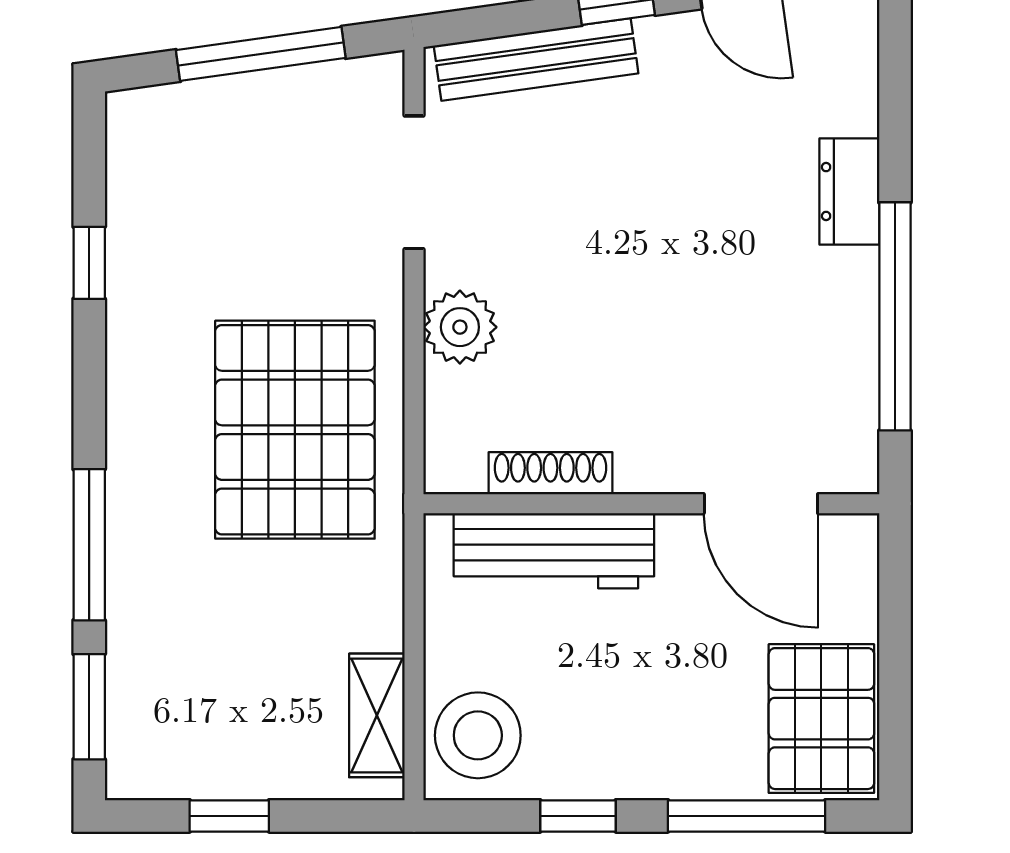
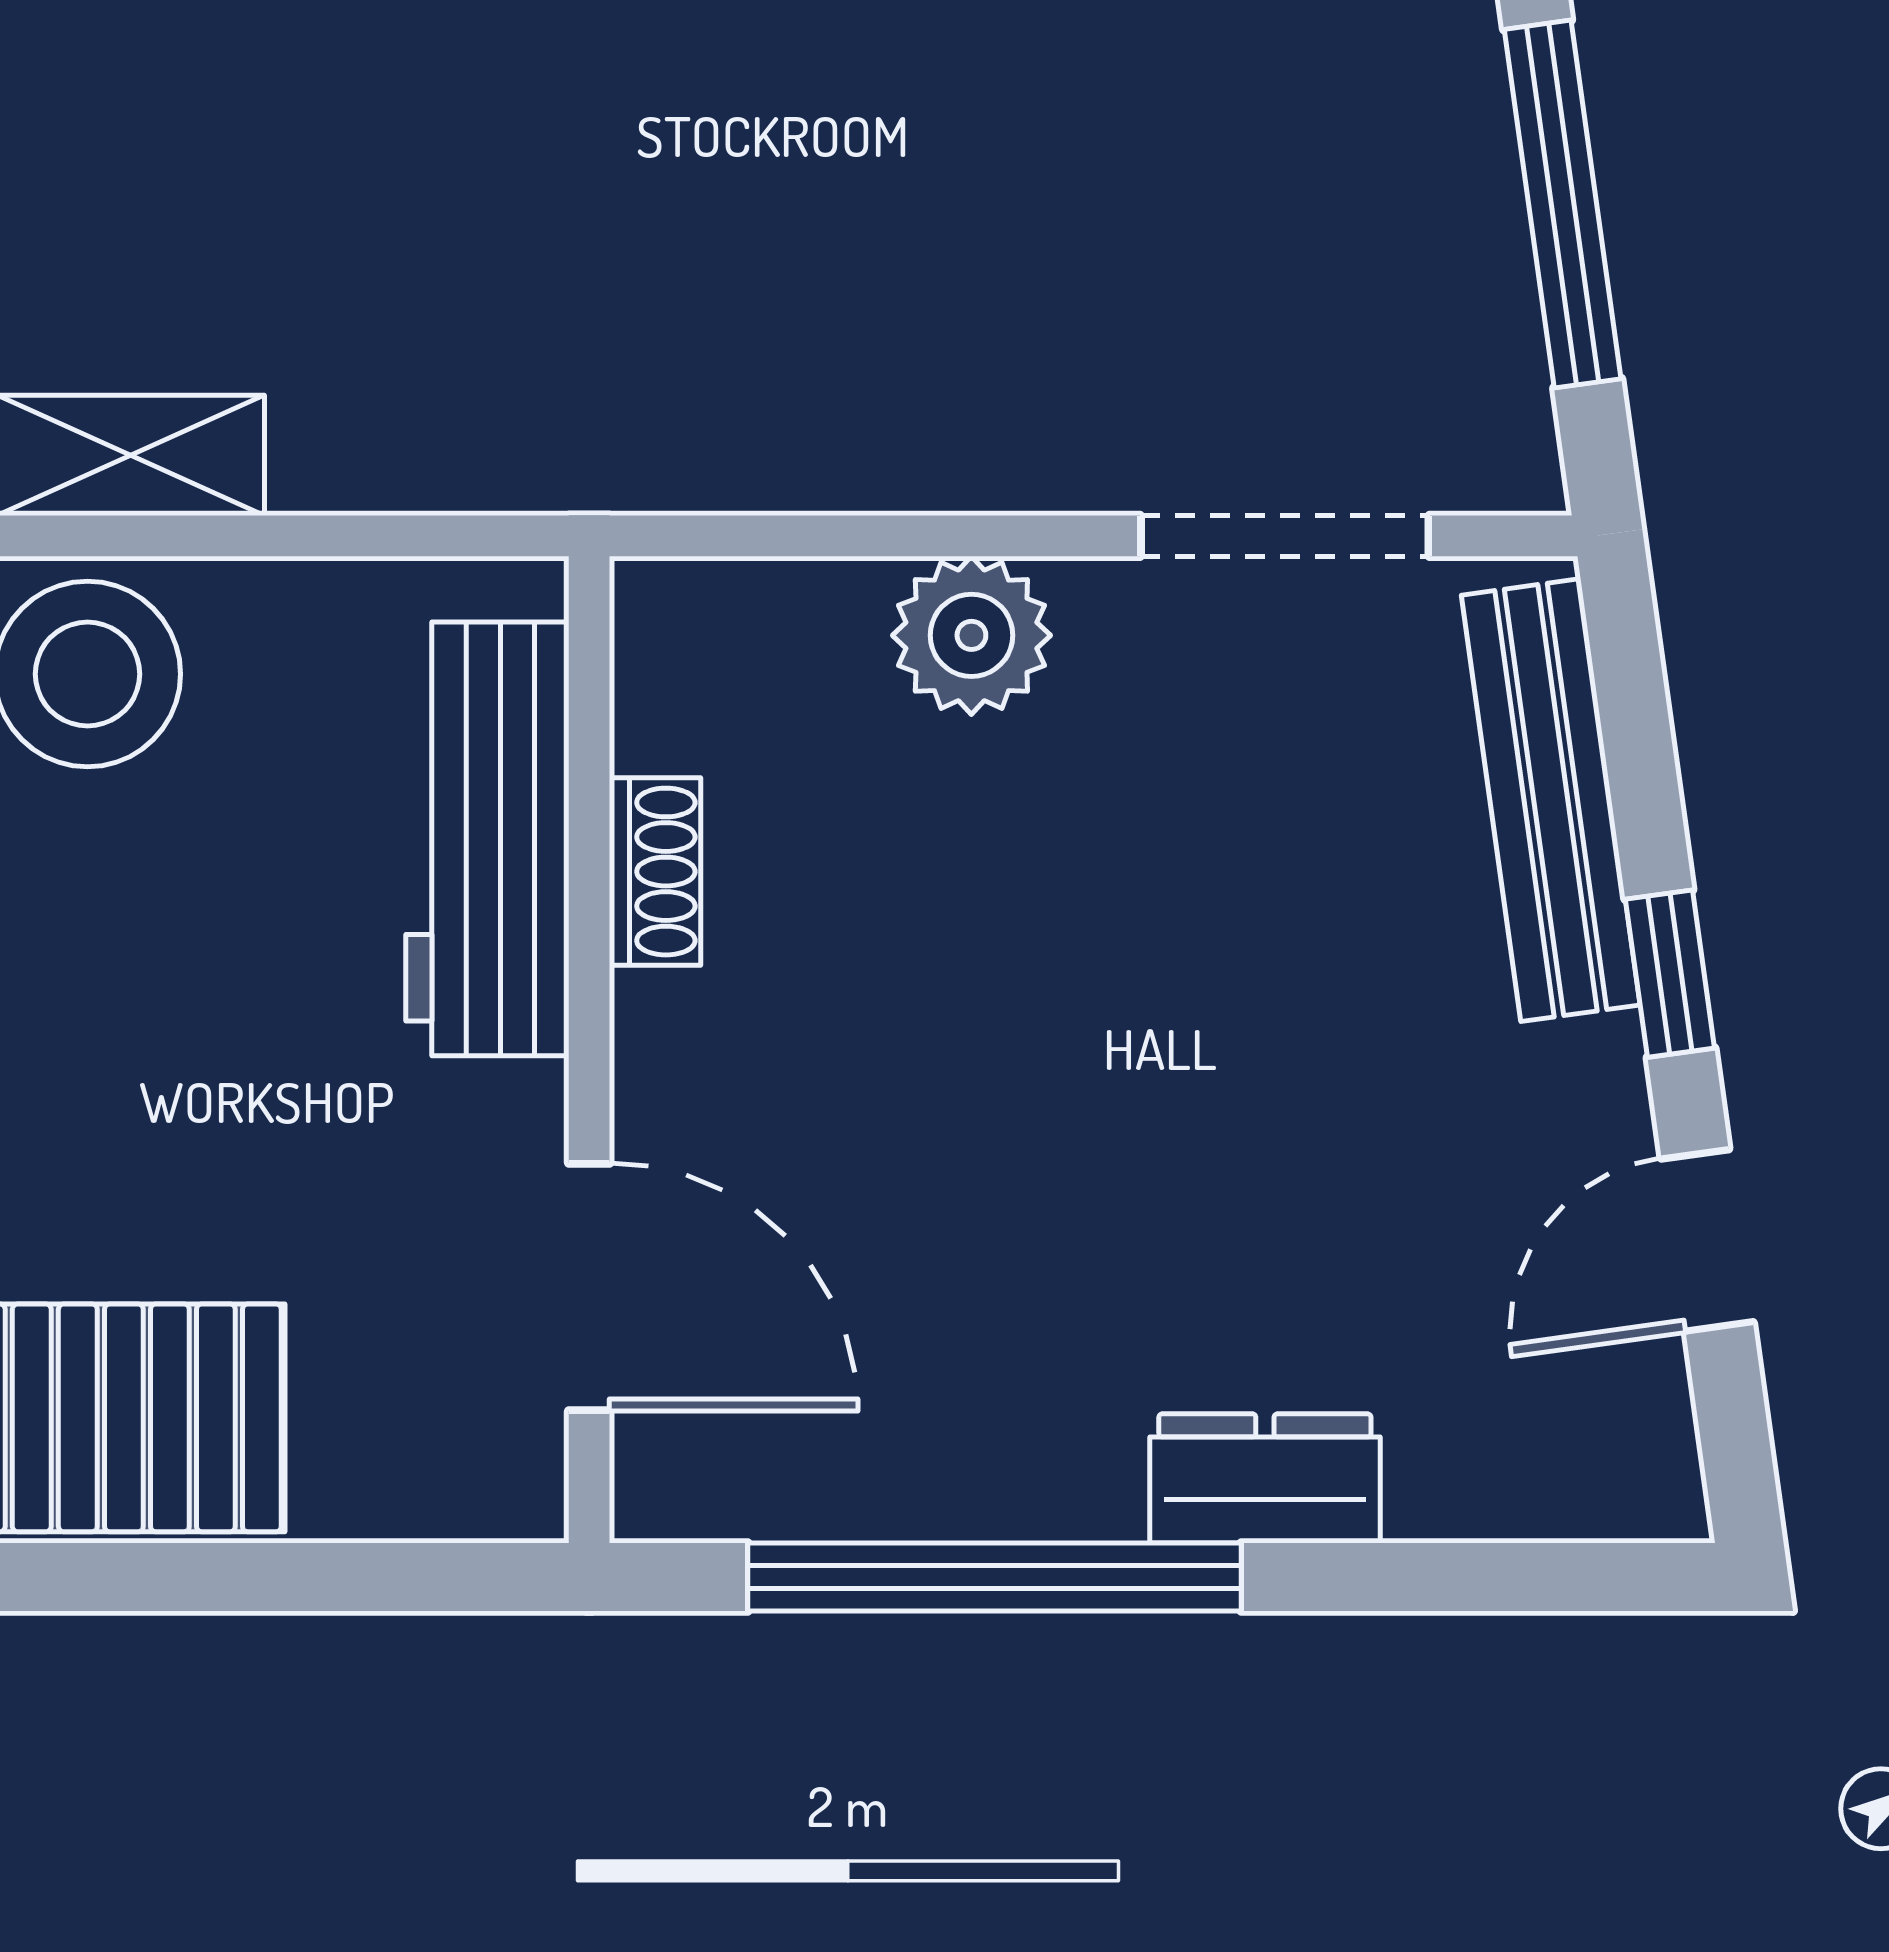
pallet: (295, 430) -> (749, 278), removed
shoe rack: (550, 473) -> (655, 872), width x0.70
door: (761, 504) -> (589, 1287), swing flipped

